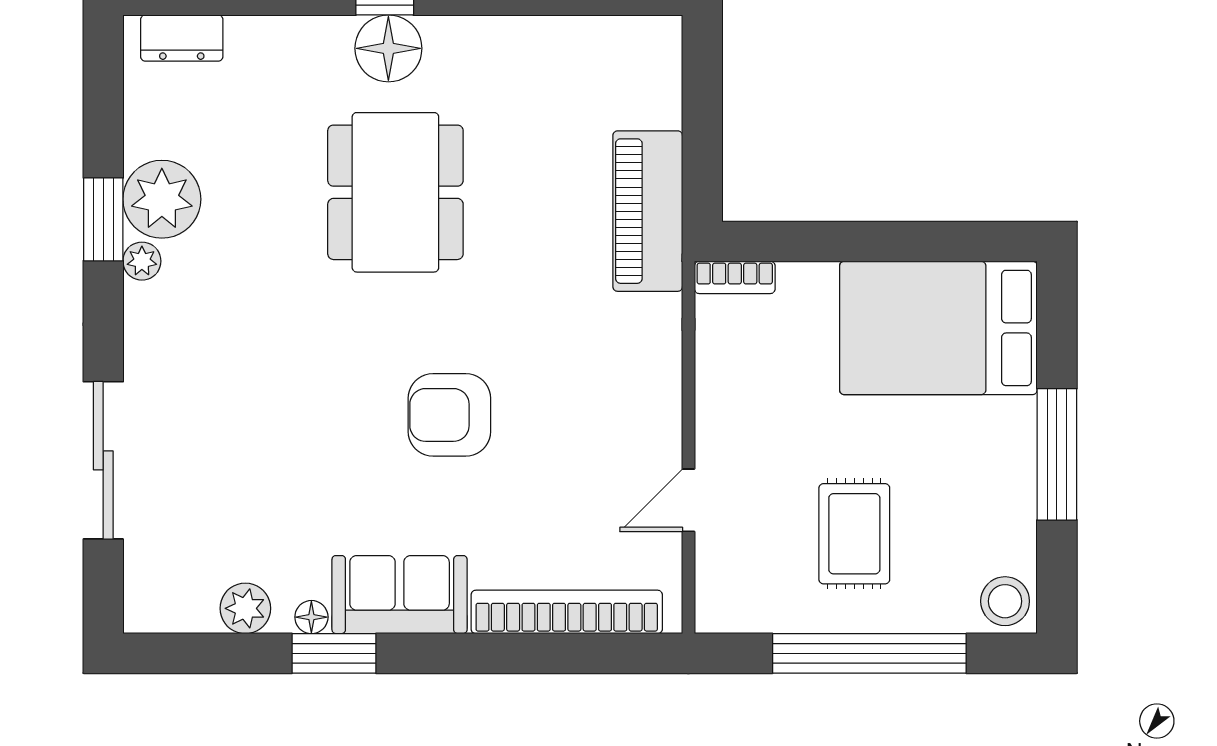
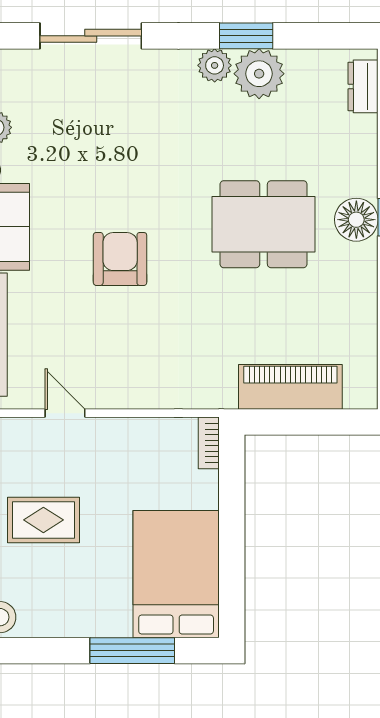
piano: (648, 211) -> (290, 387), moved
plant: (142, 261) -> (215, 65), width x1.38, depth x1.38
window: (1057, 454) -> (132, 651), moved

